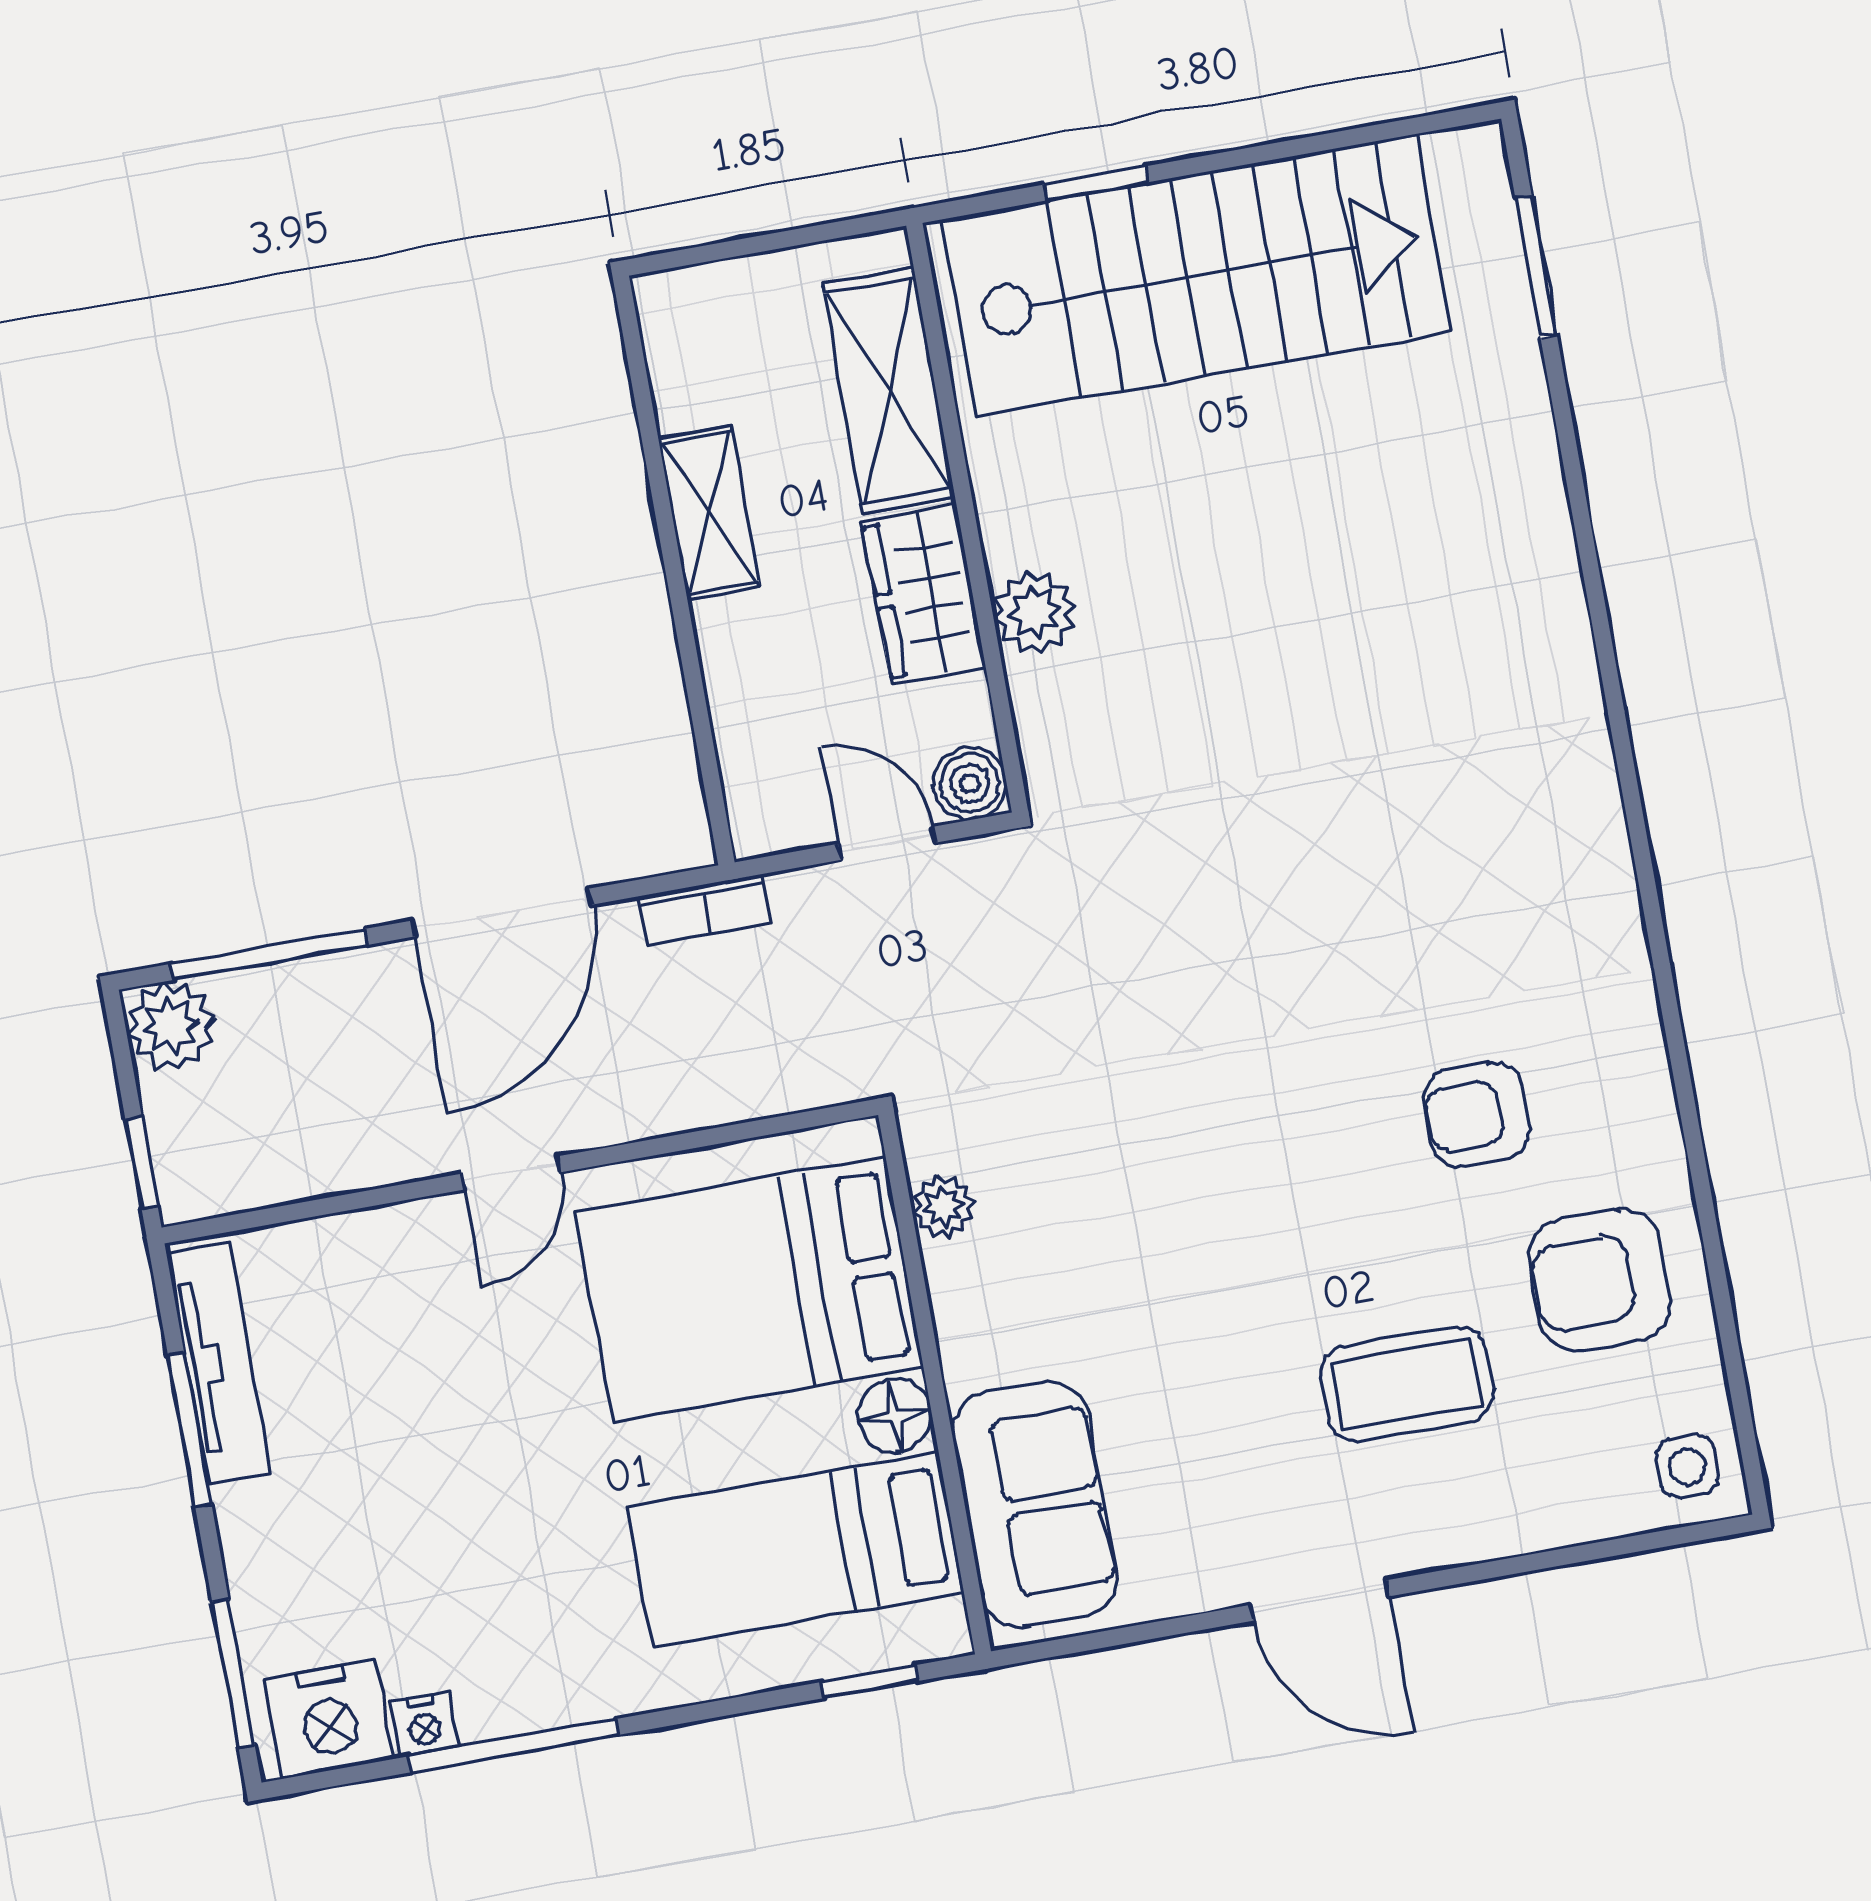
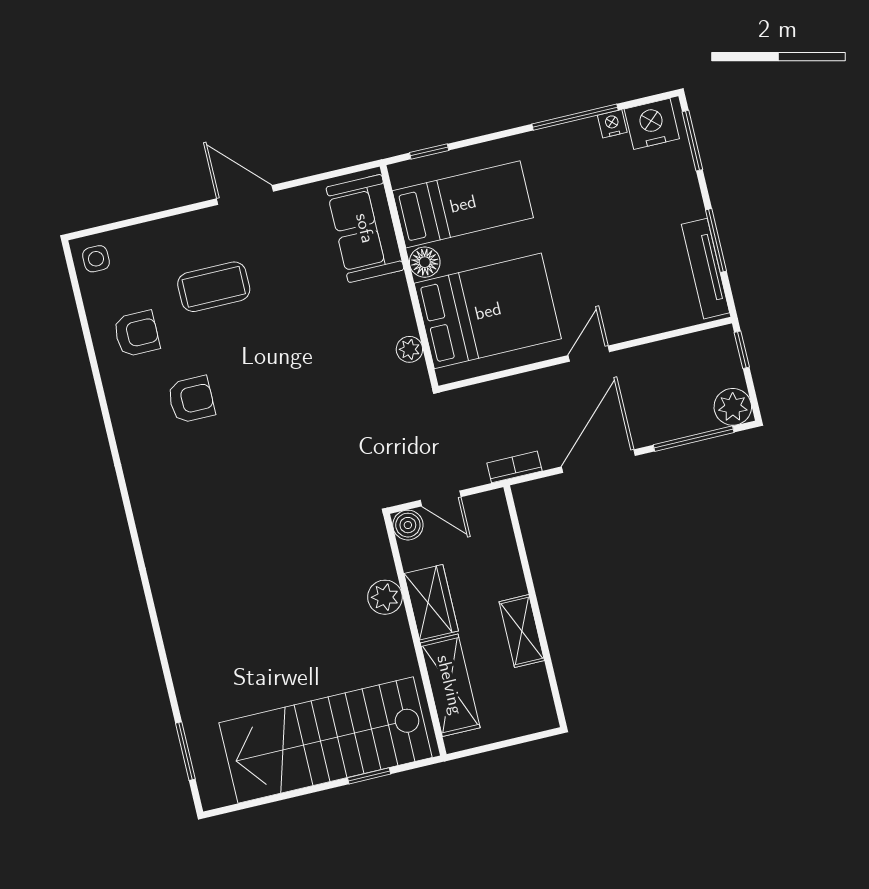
armchair: (1599, 1280) -> (137, 334), width x0.72, depth x0.72

